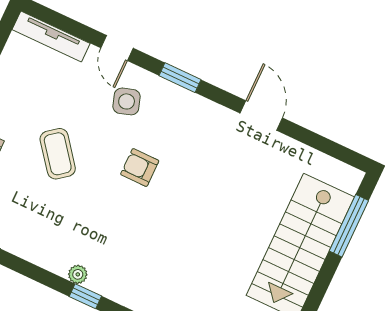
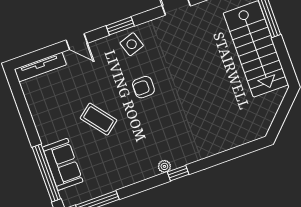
side table: (127, 101) -> (132, 44), moved

